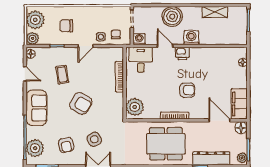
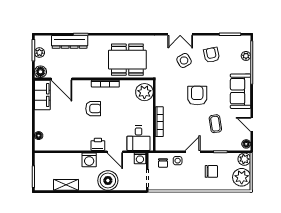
armchair: (187, 90) -> (93, 109), turned 180
armchair: (81, 103) -> (197, 96), turned 60
dining table: (166, 144) -> (127, 60), moved
plant: (35, 148) -> (246, 56), width x0.53, depth x0.53
plant: (242, 158) -> (39, 53), moved

